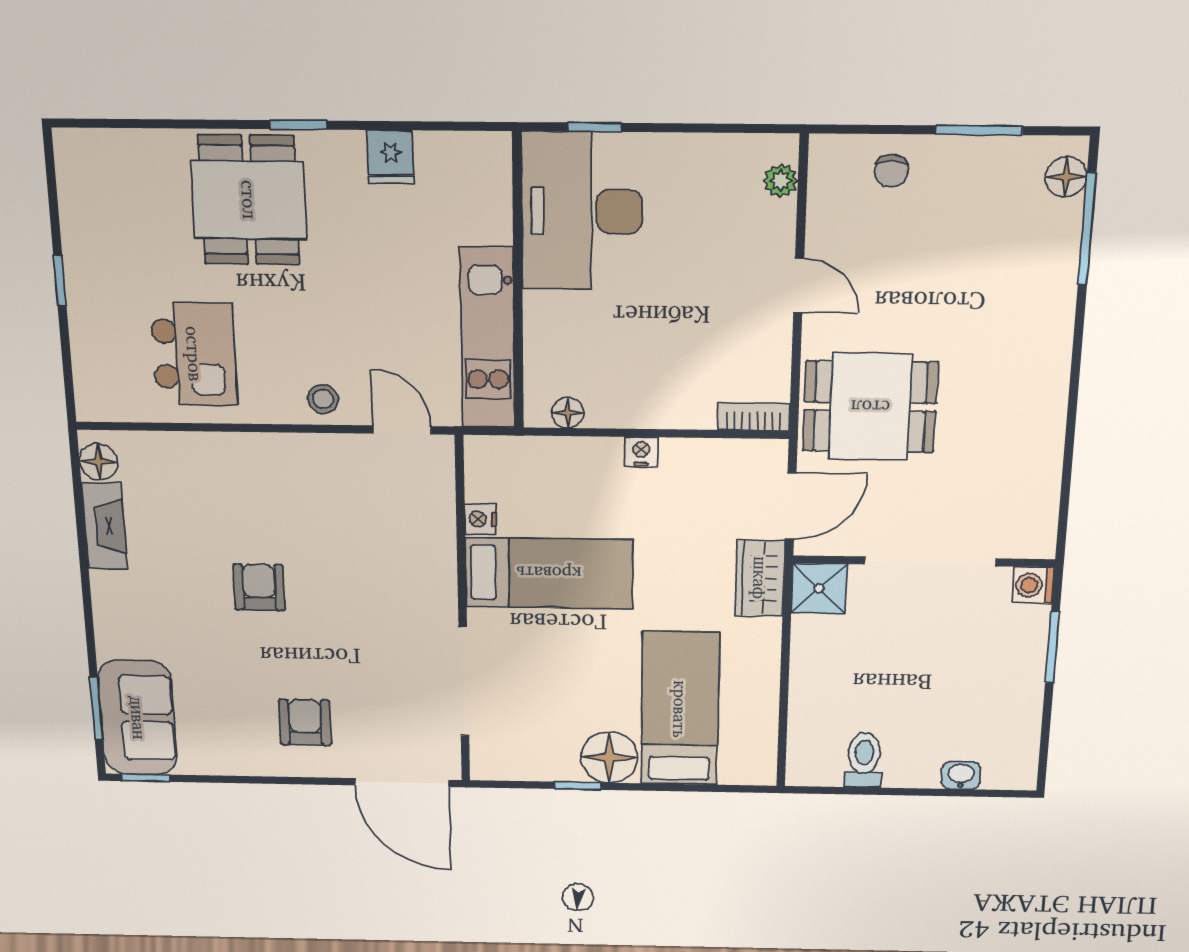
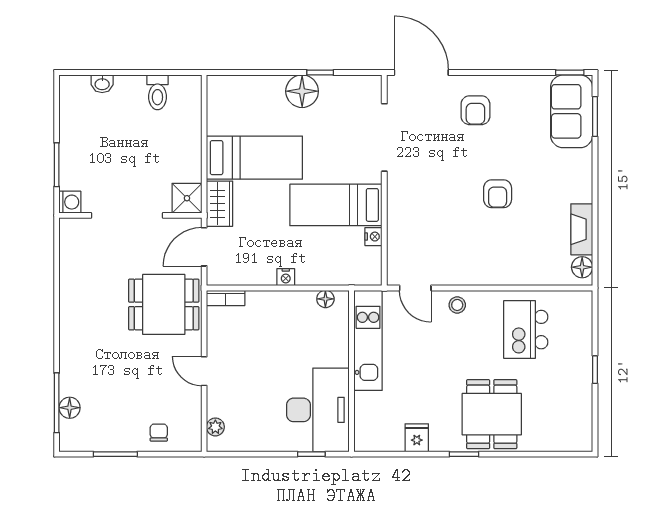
floor lamp: (1066, 177) -> (70, 408), moved
bed: (680, 709) -> (254, 158), moved, turned -90

